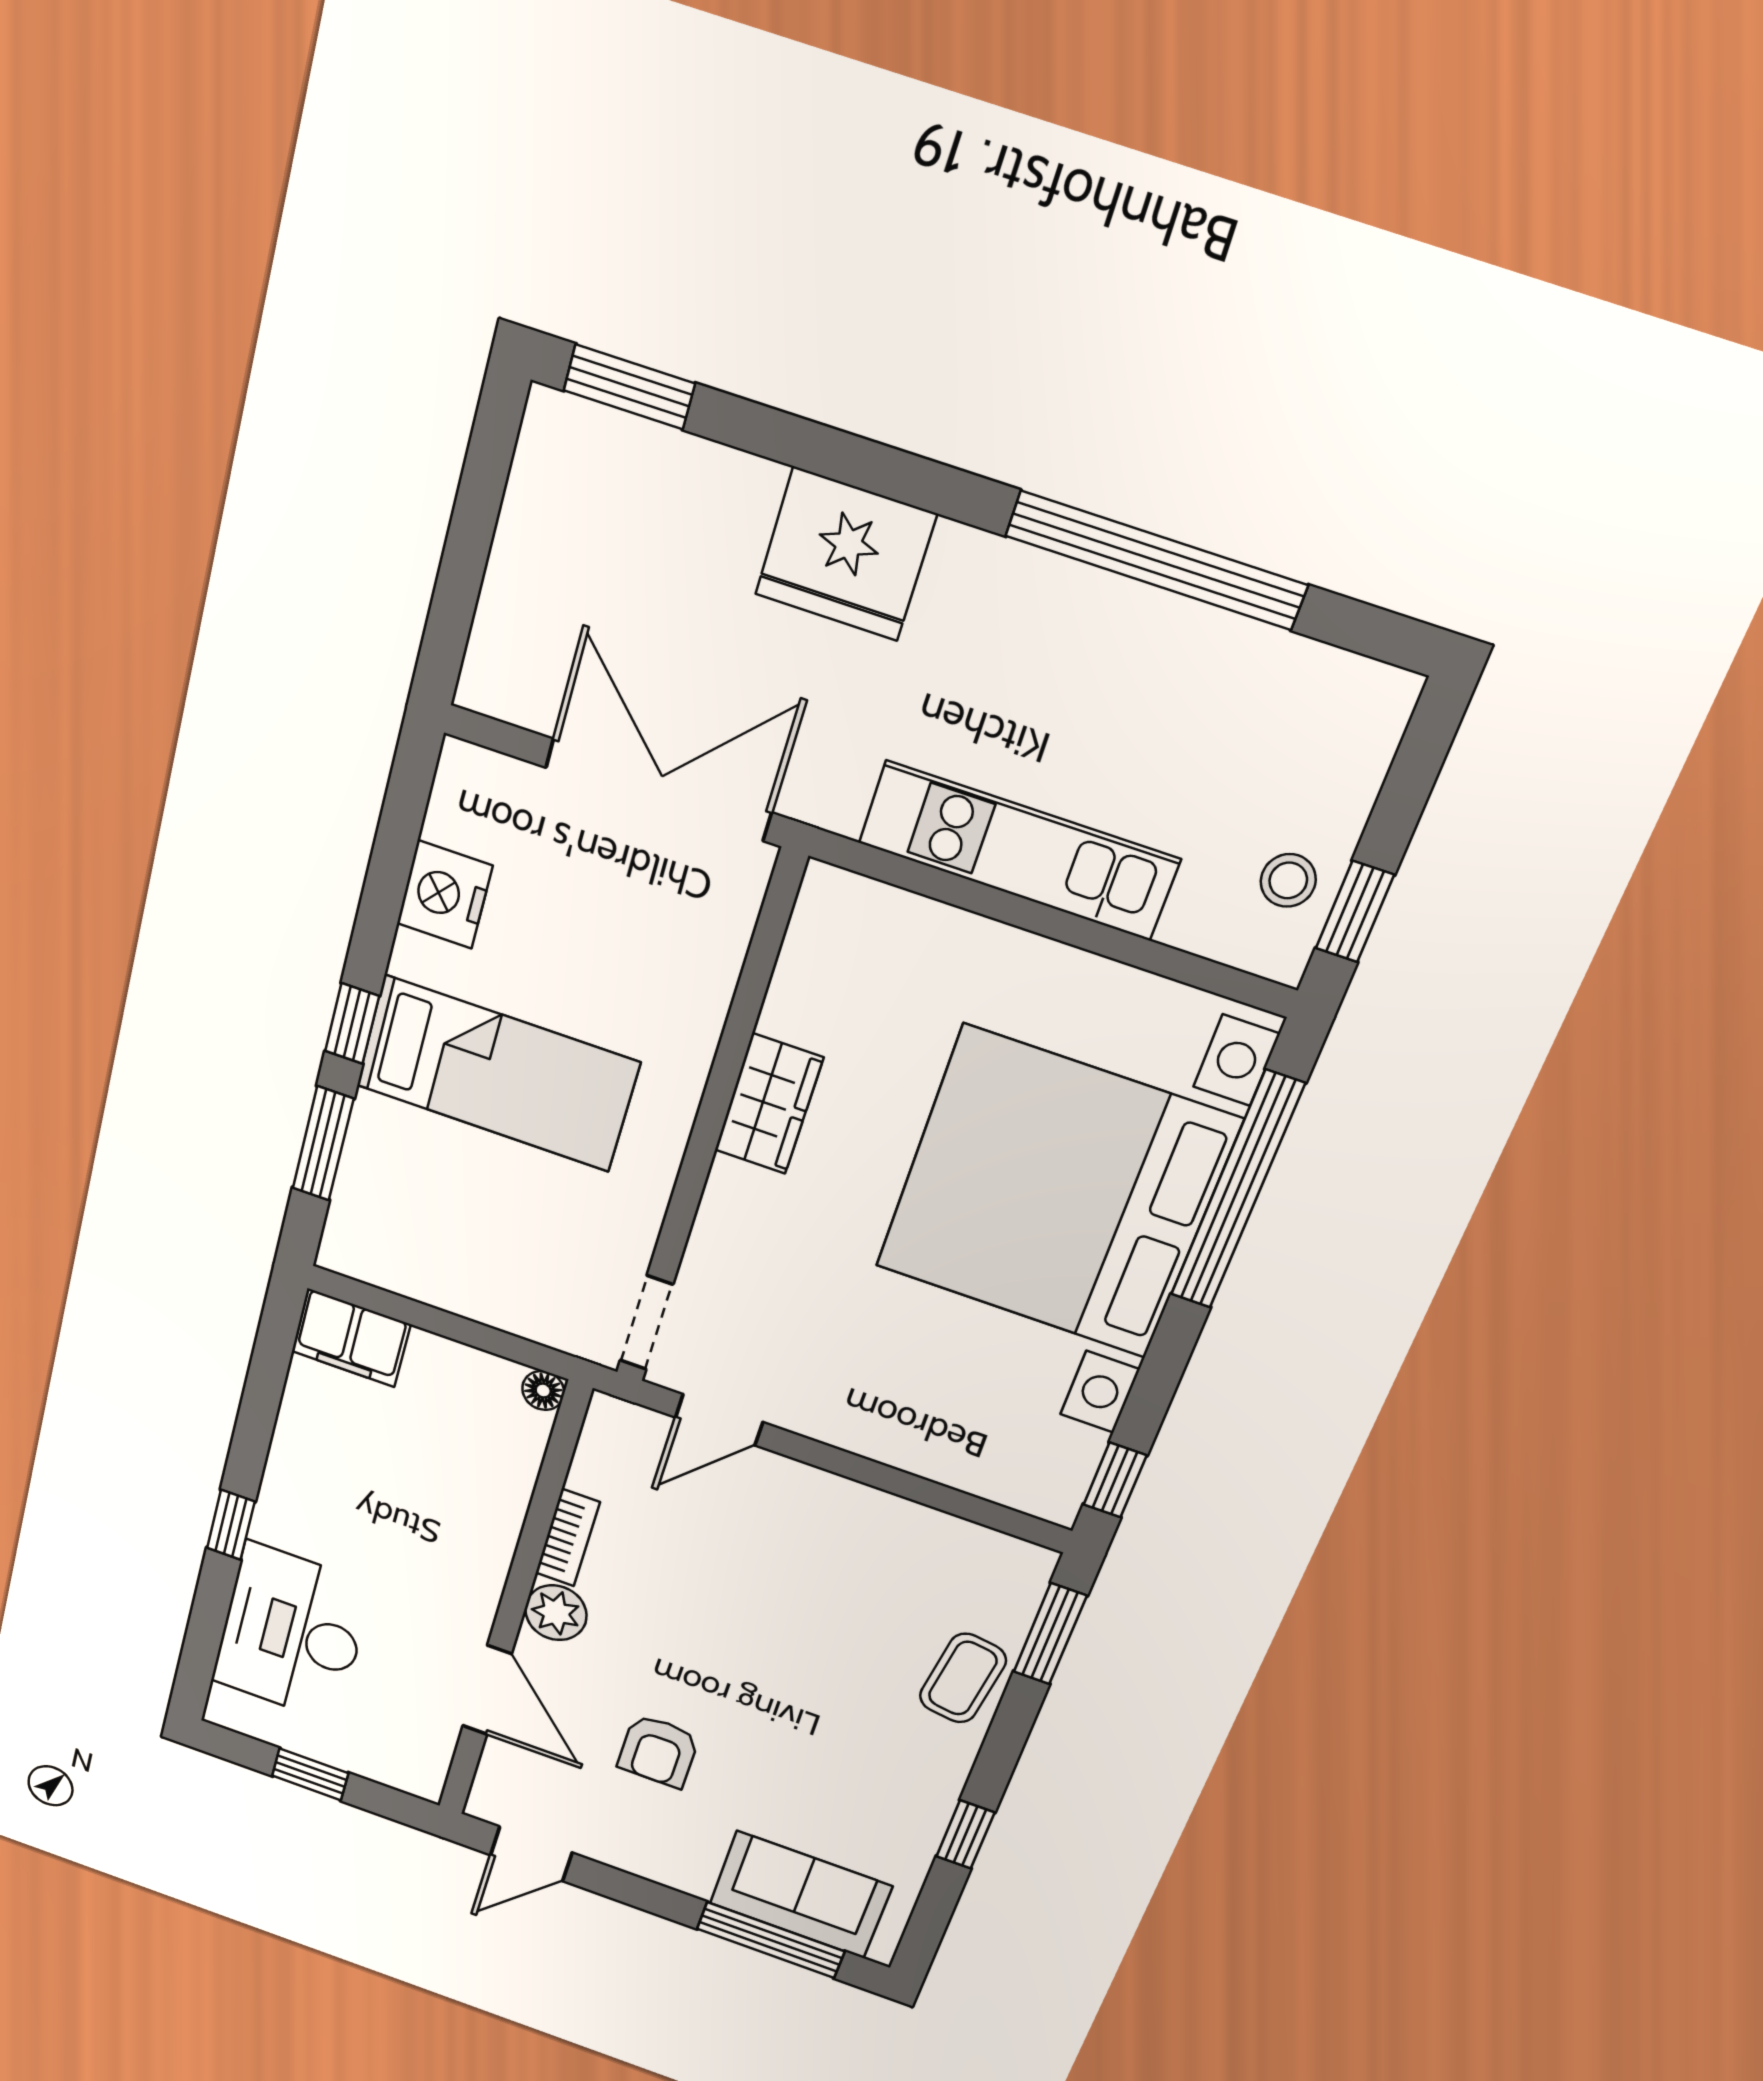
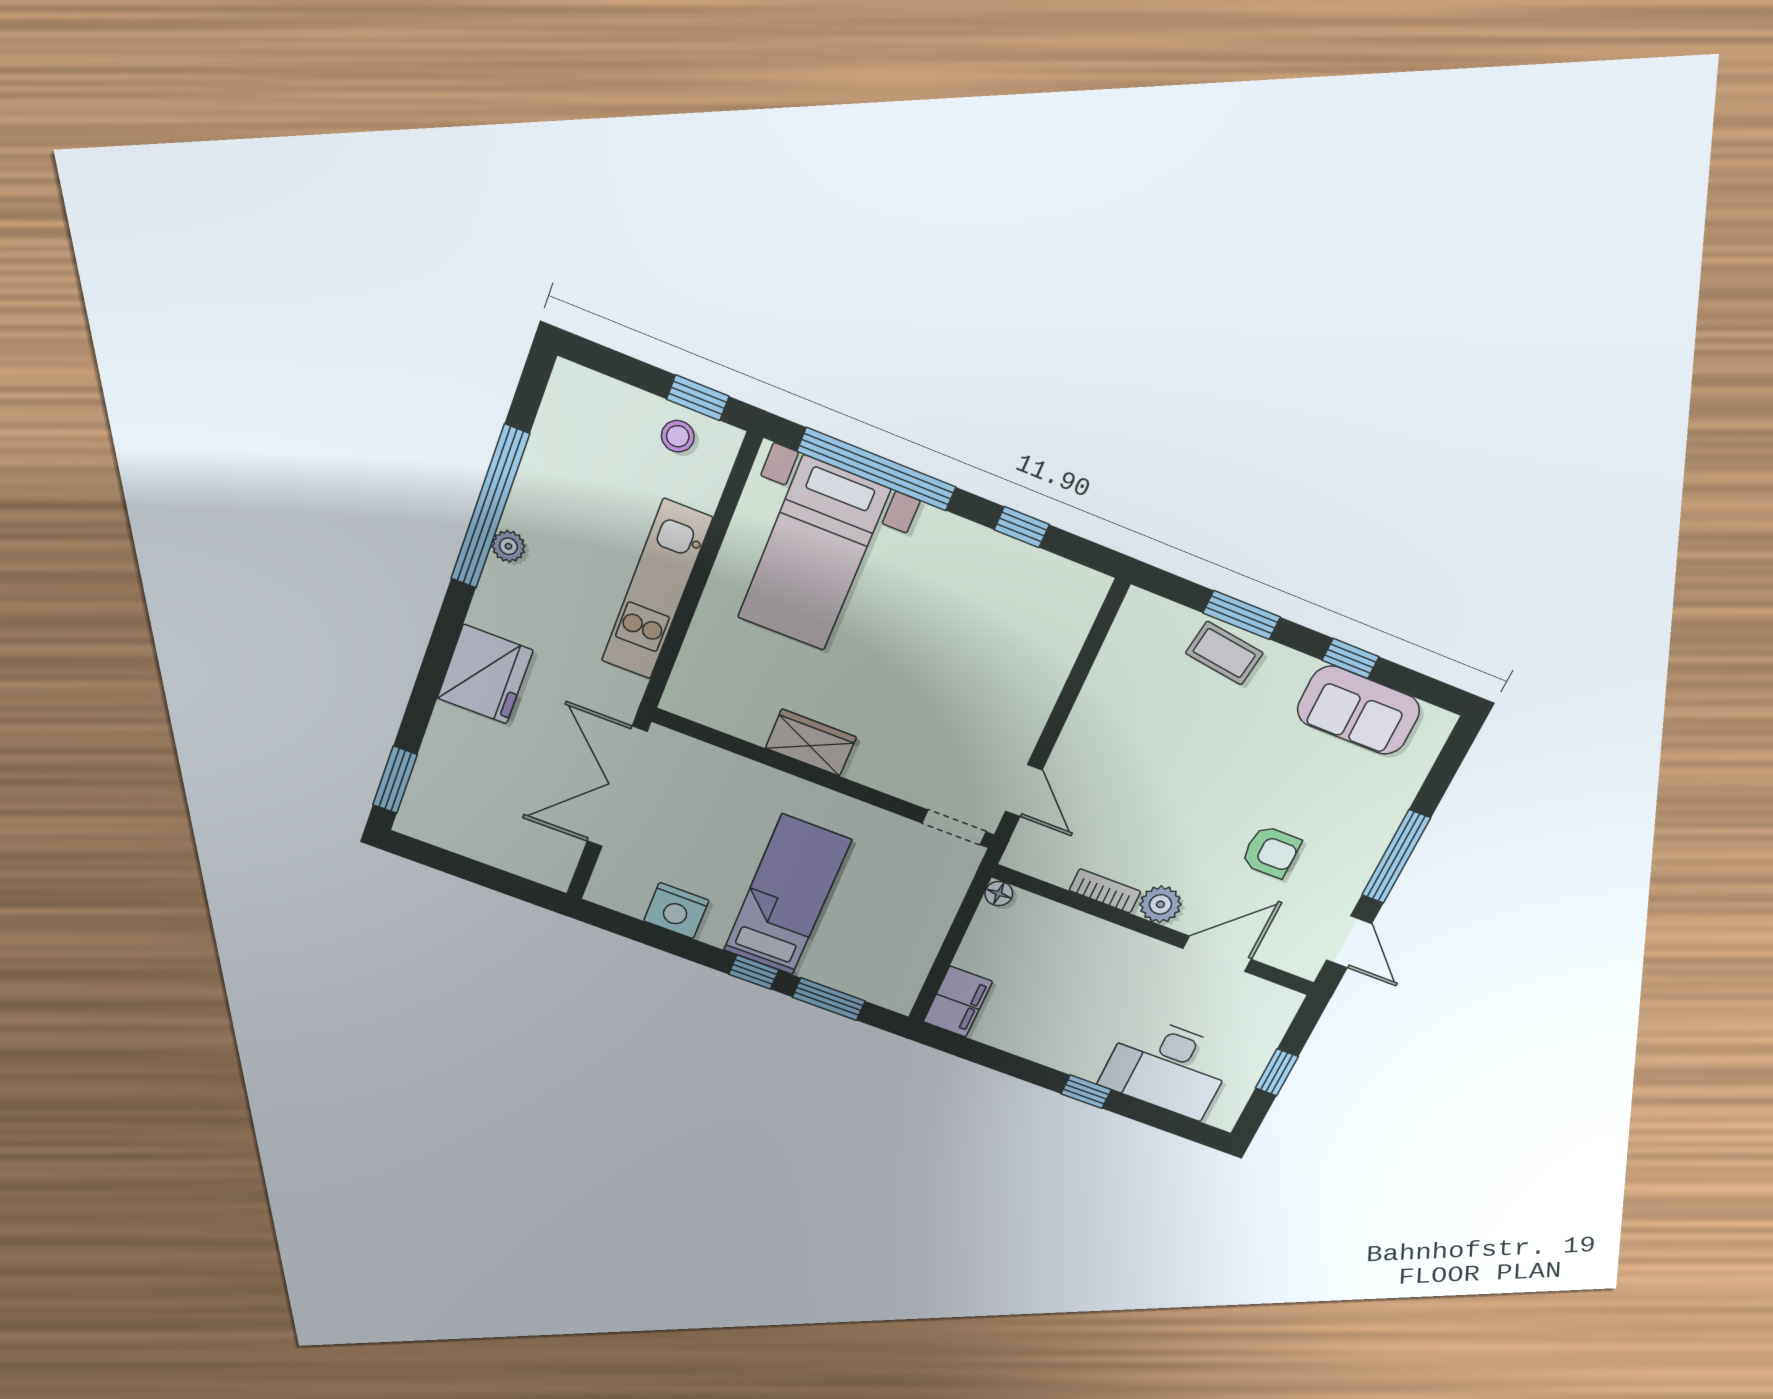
plant: (1085, 594) -> (508, 546), added
bed with nightstands: (1056, 1194) -> (814, 554), width x0.54
window: (1115, 1480) -> (1022, 527), moved
window: (1050, 1634) -> (1242, 615), moved
sofa: (801, 1895) -> (1358, 710), moved, turned -90
window: (771, 1940) -> (1396, 857), moved

